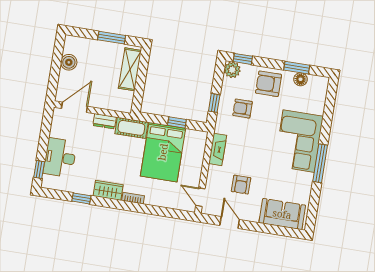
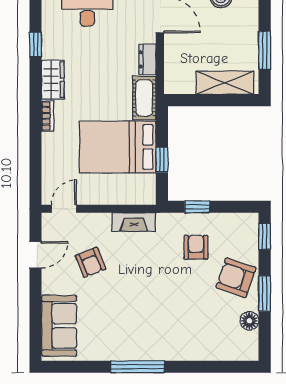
window: (297, 68) -> (265, 293), moved
plant: (232, 70) -> (247, 224), removed
armchair: (269, 84) -> (236, 278), turned -71
corner sofa: (299, 141) -> (163, 332), removed
armchair: (241, 185) -> (90, 262), turned -112

